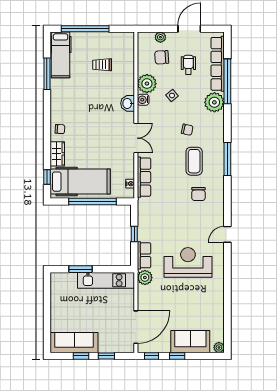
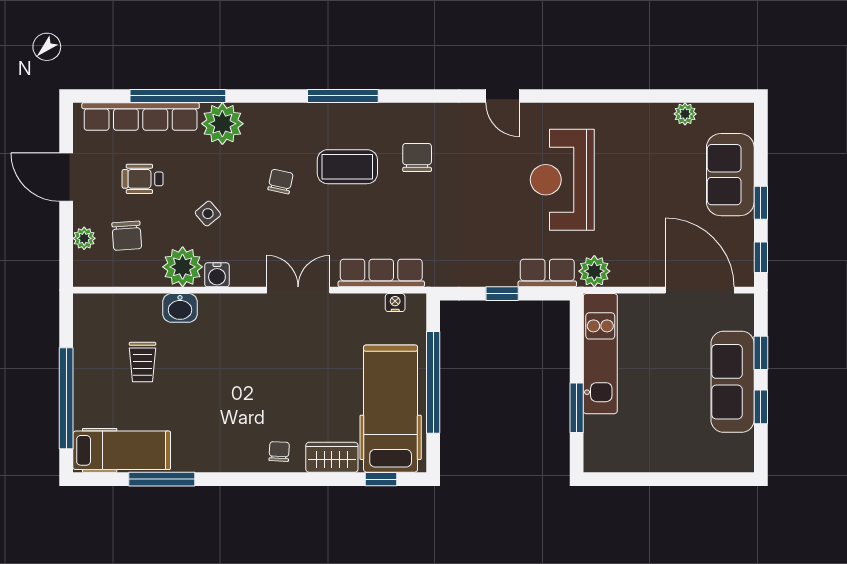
washbasin: (128, 103) -> (180, 308), moved
chair: (198, 194) -> (417, 157), turned -90
sofa: (74, 343) -> (733, 382), moved
plant: (219, 347) -> (685, 114), moved

